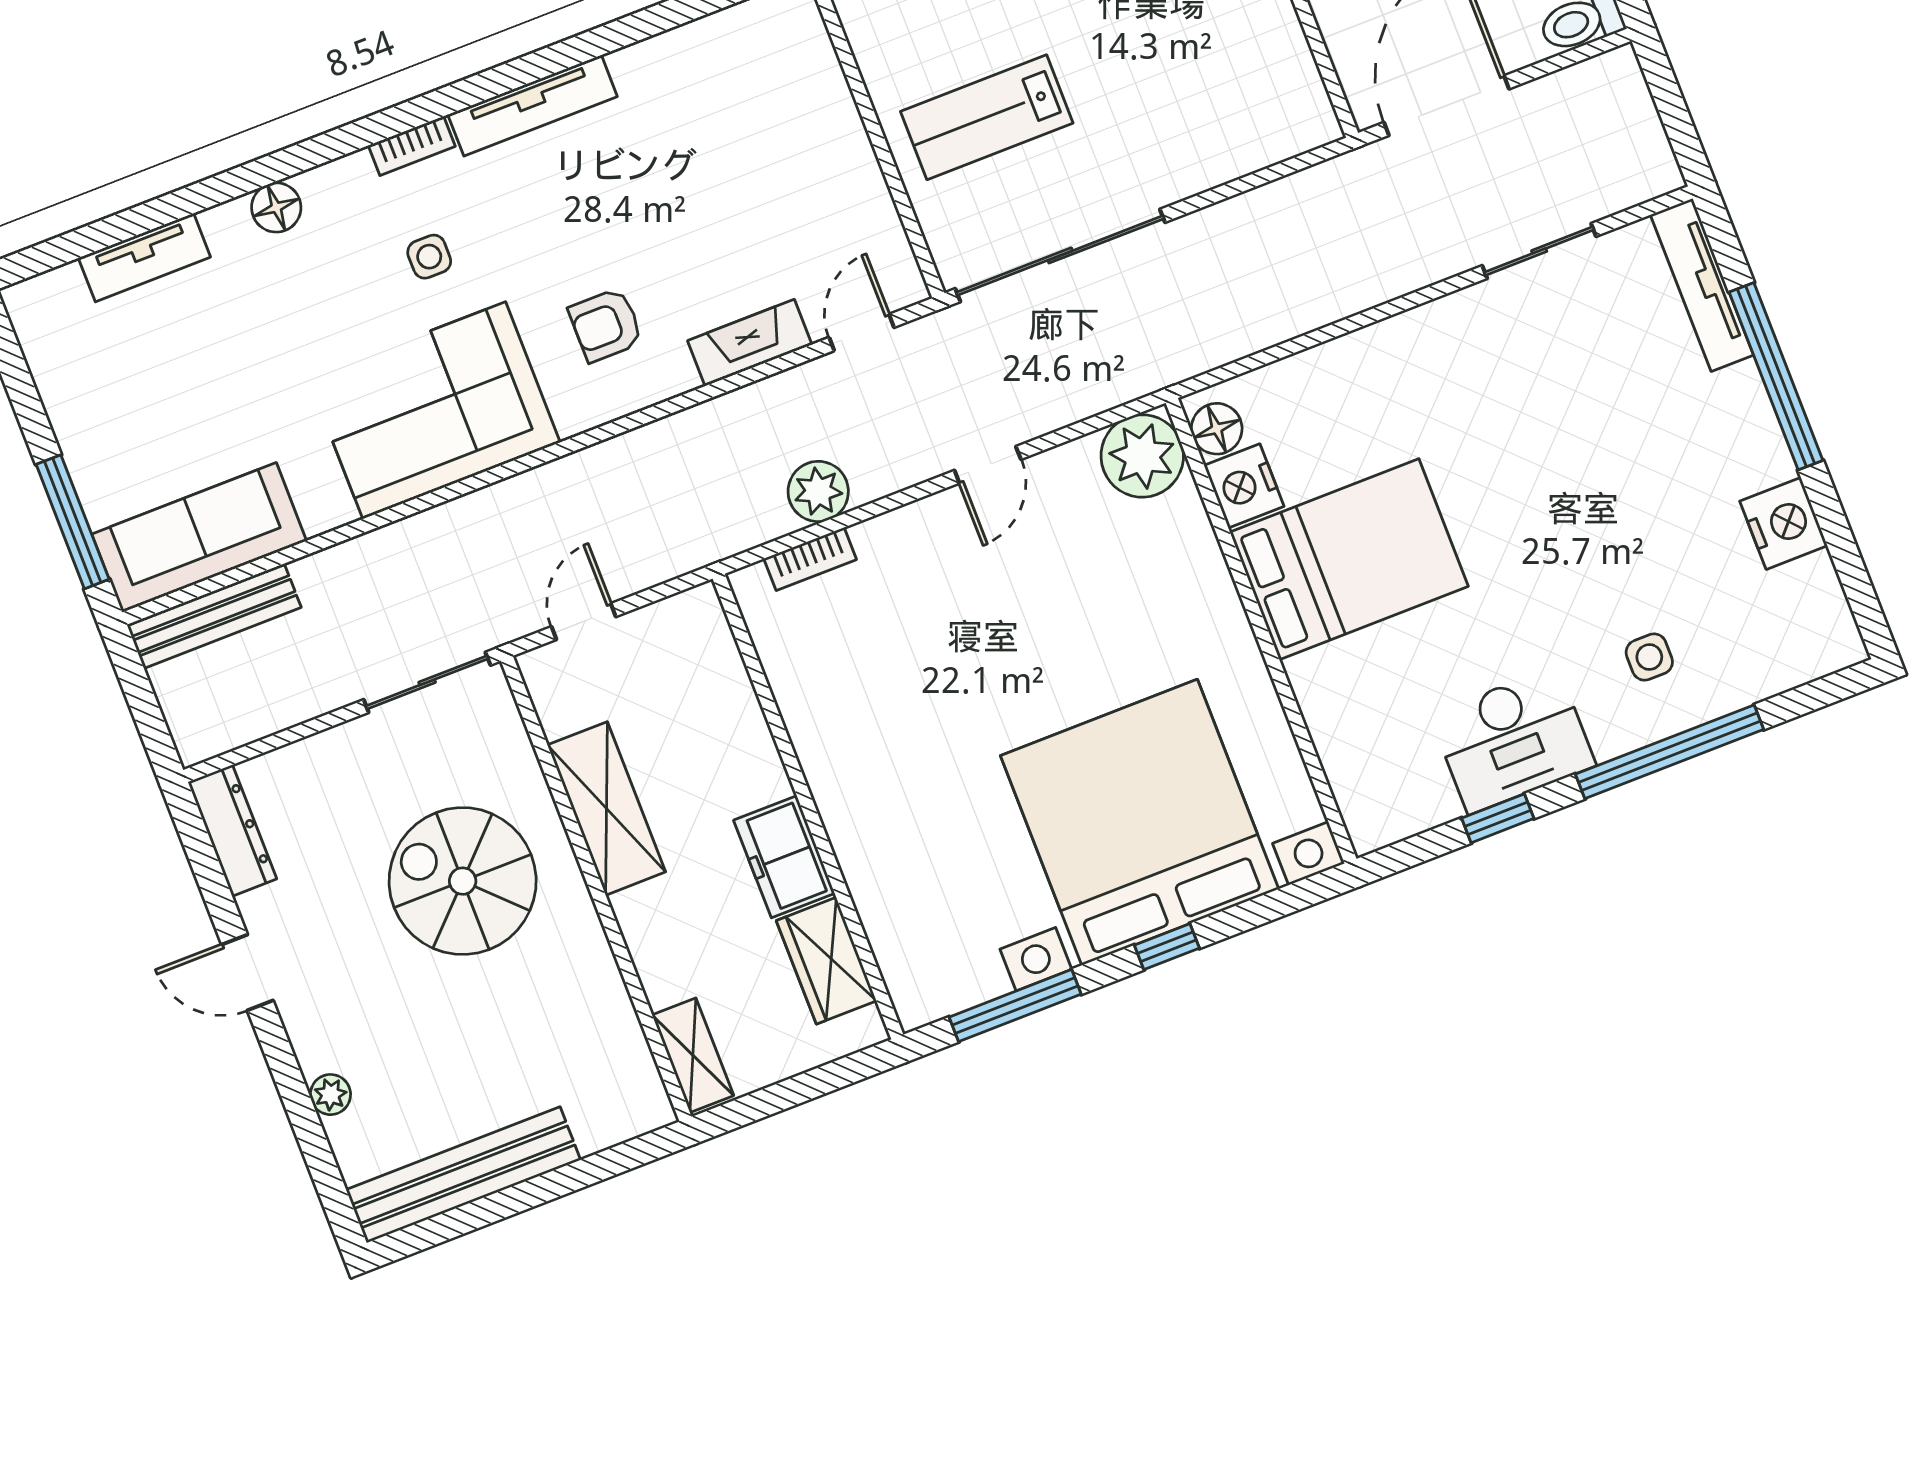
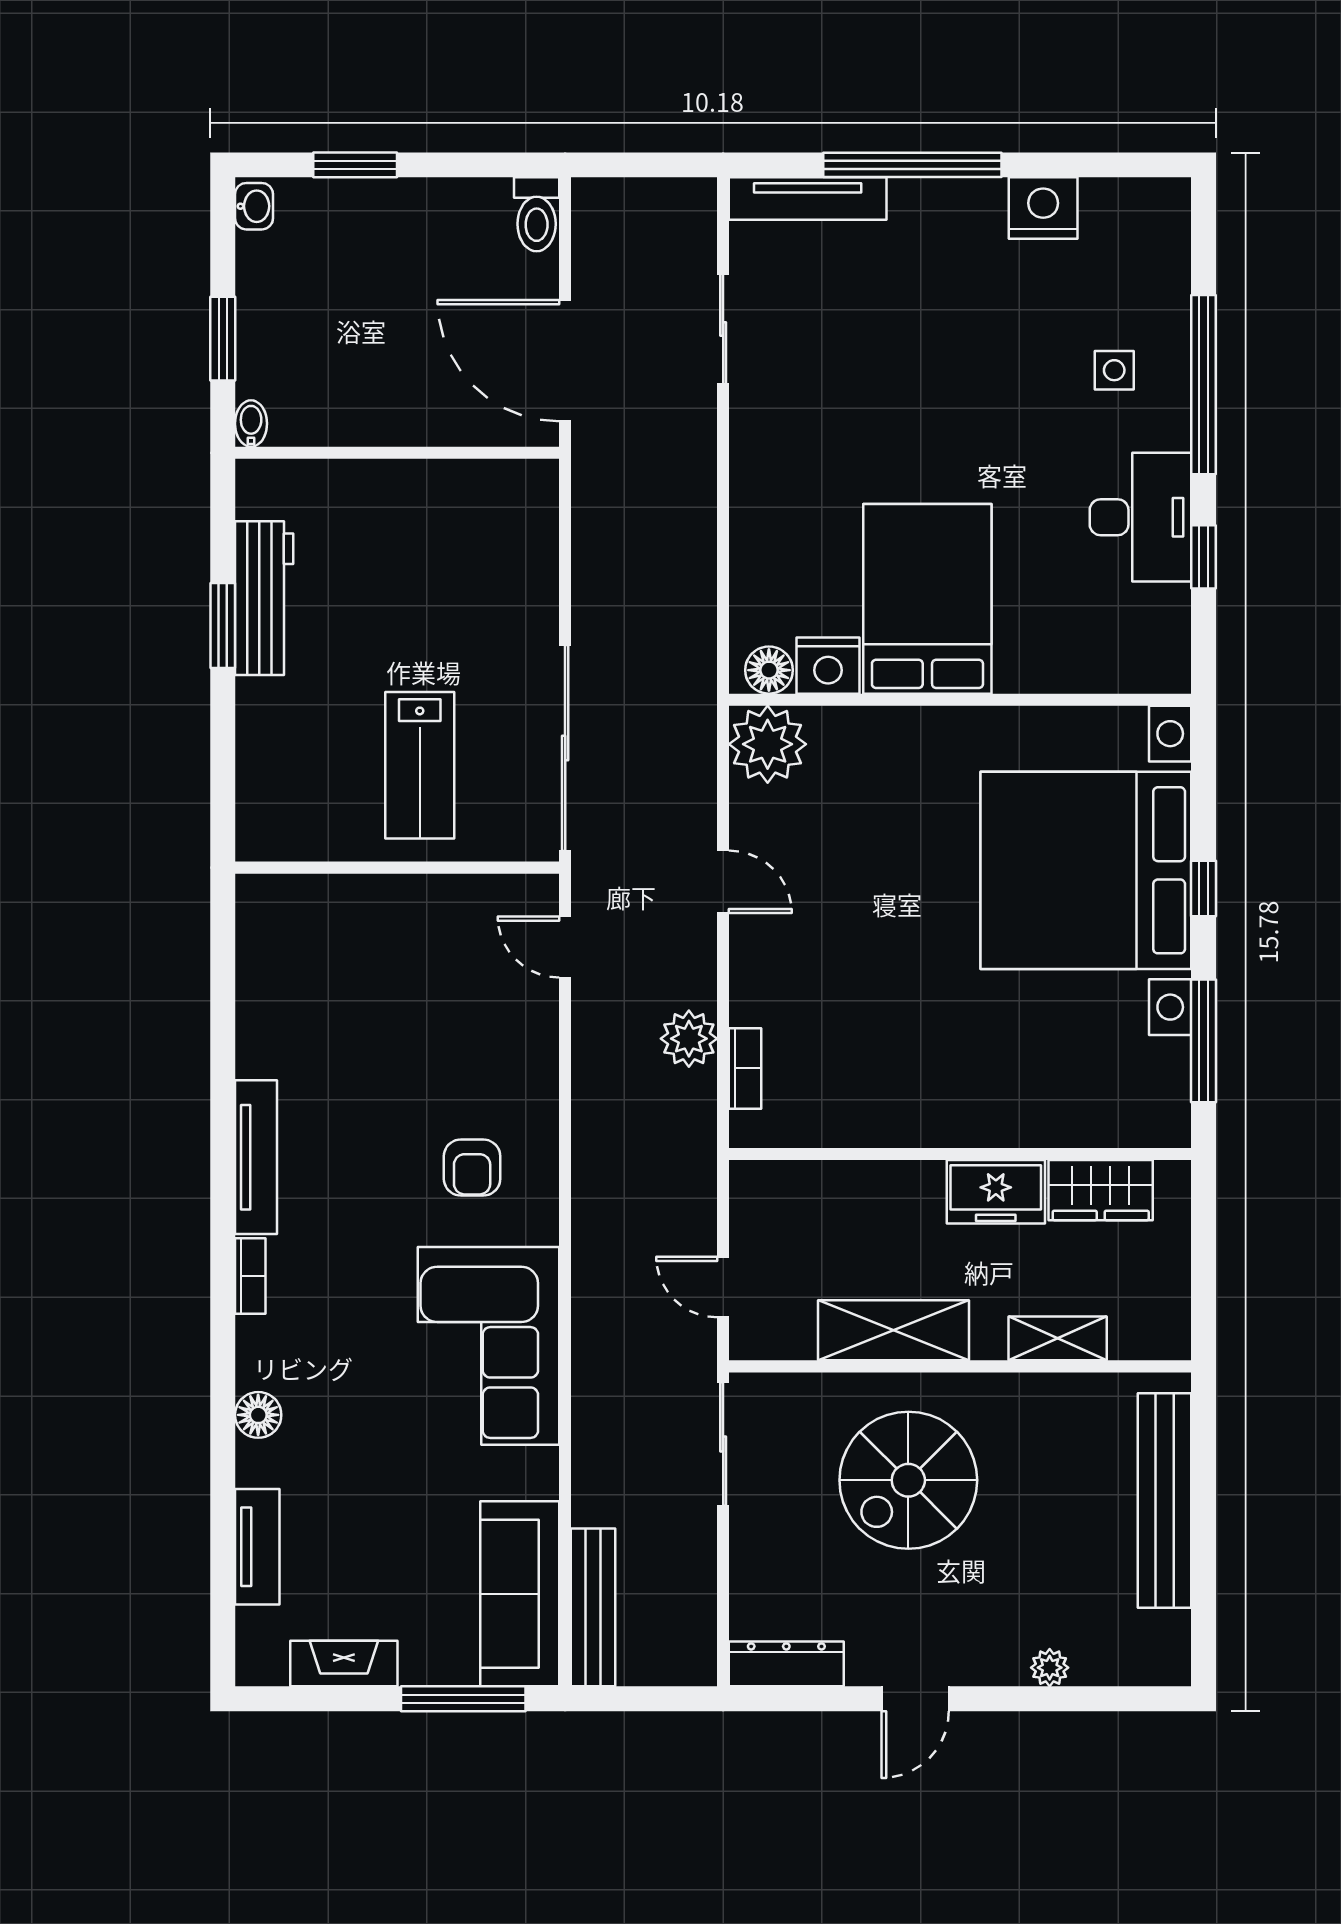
side table: (429, 257) -> (353, 1298), removed
fireplace: (750, 343) -> (344, 1663), moved, turned 90
shelving: (693, 1055) -> (1058, 1338), moved
bench: (463, 1175) -> (1164, 1501), moved

